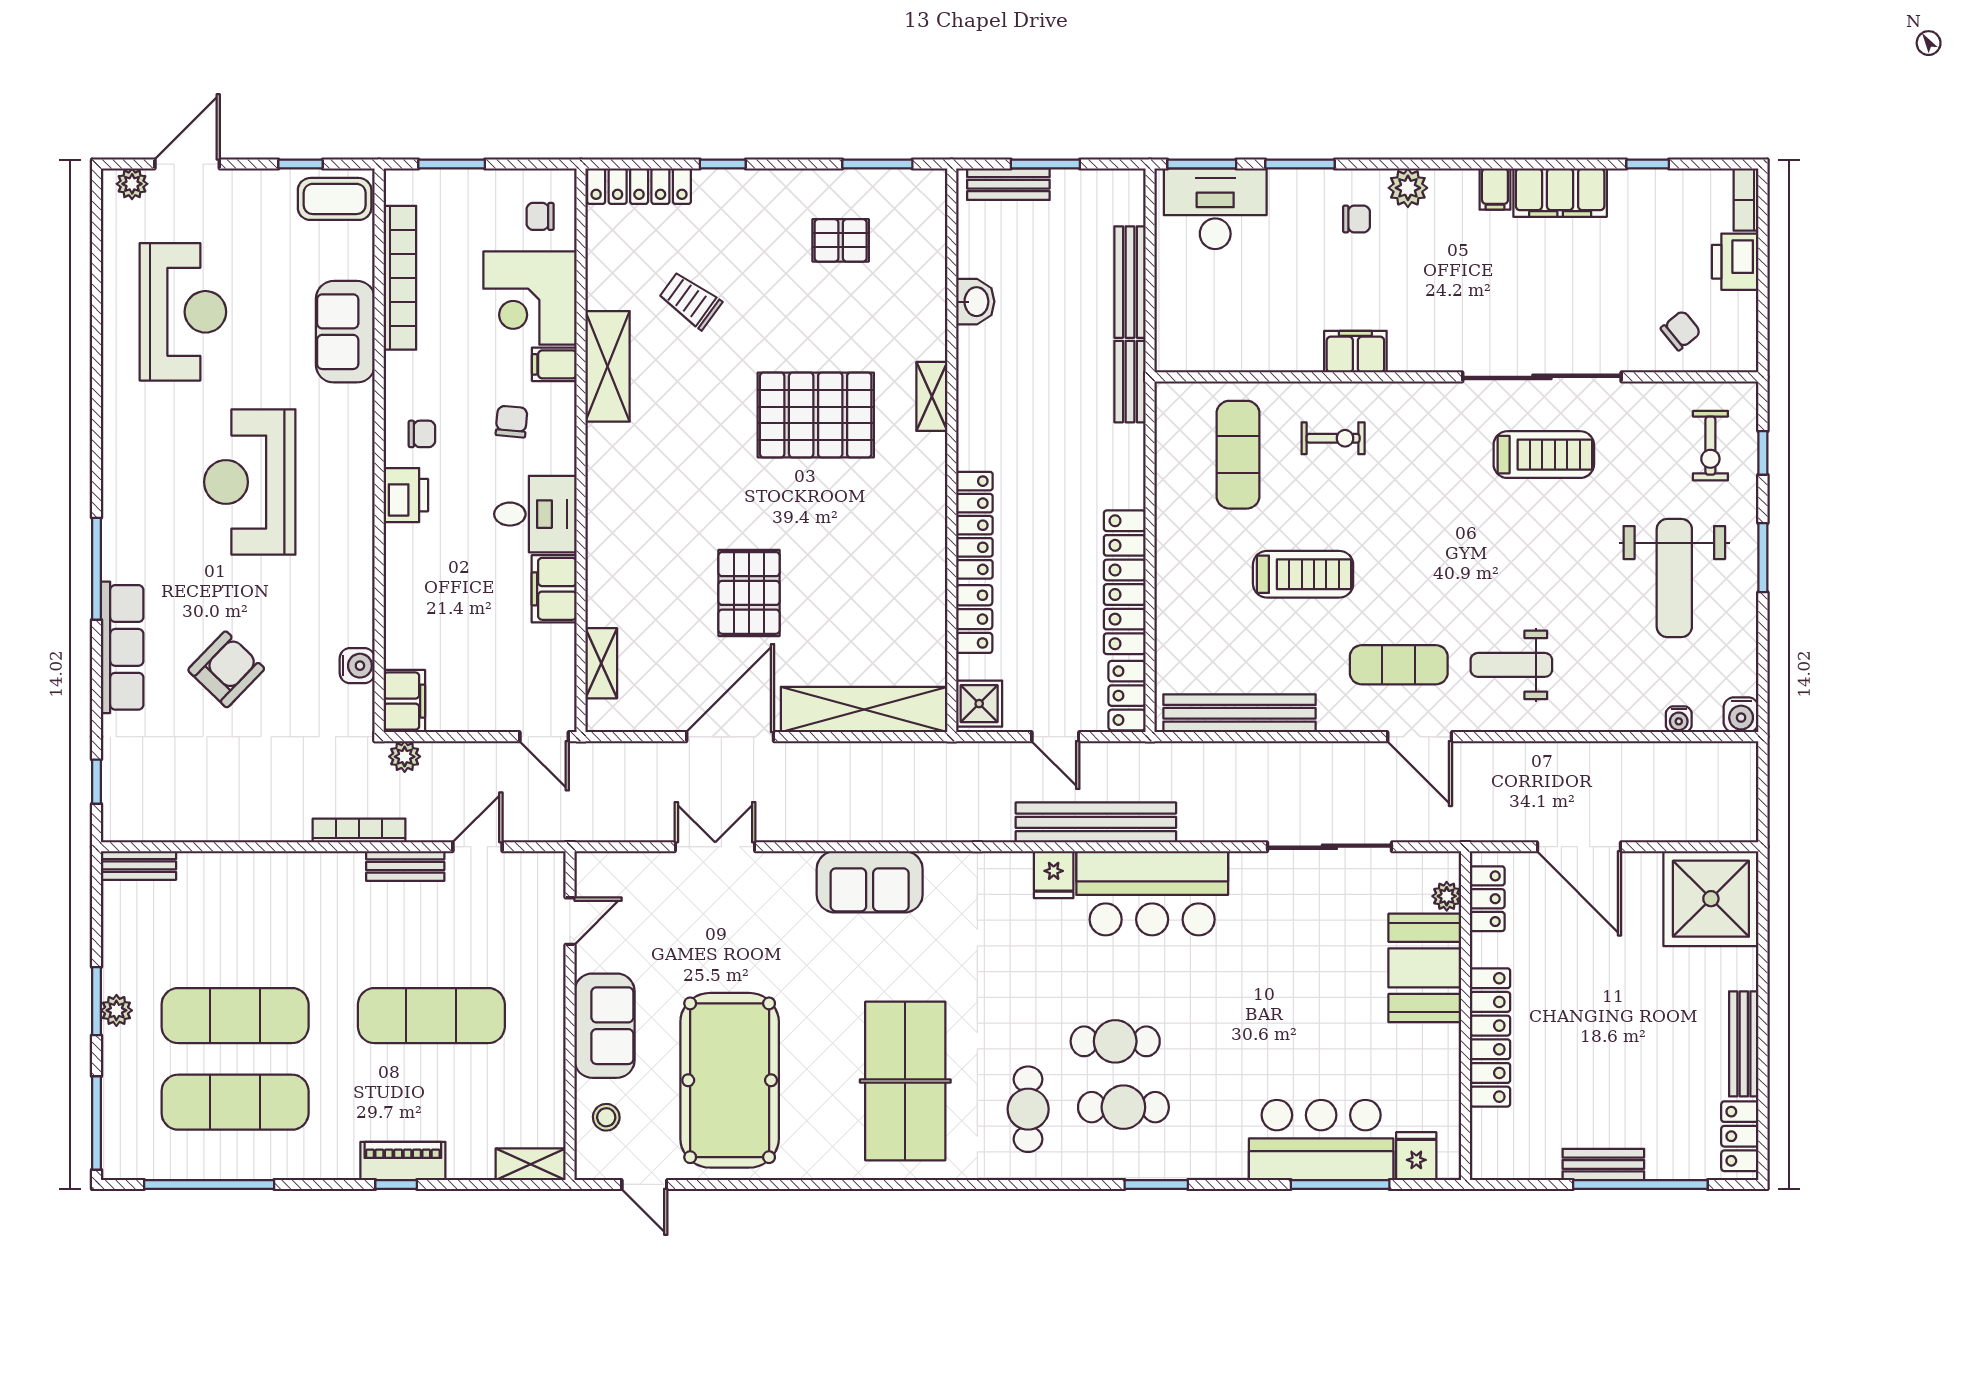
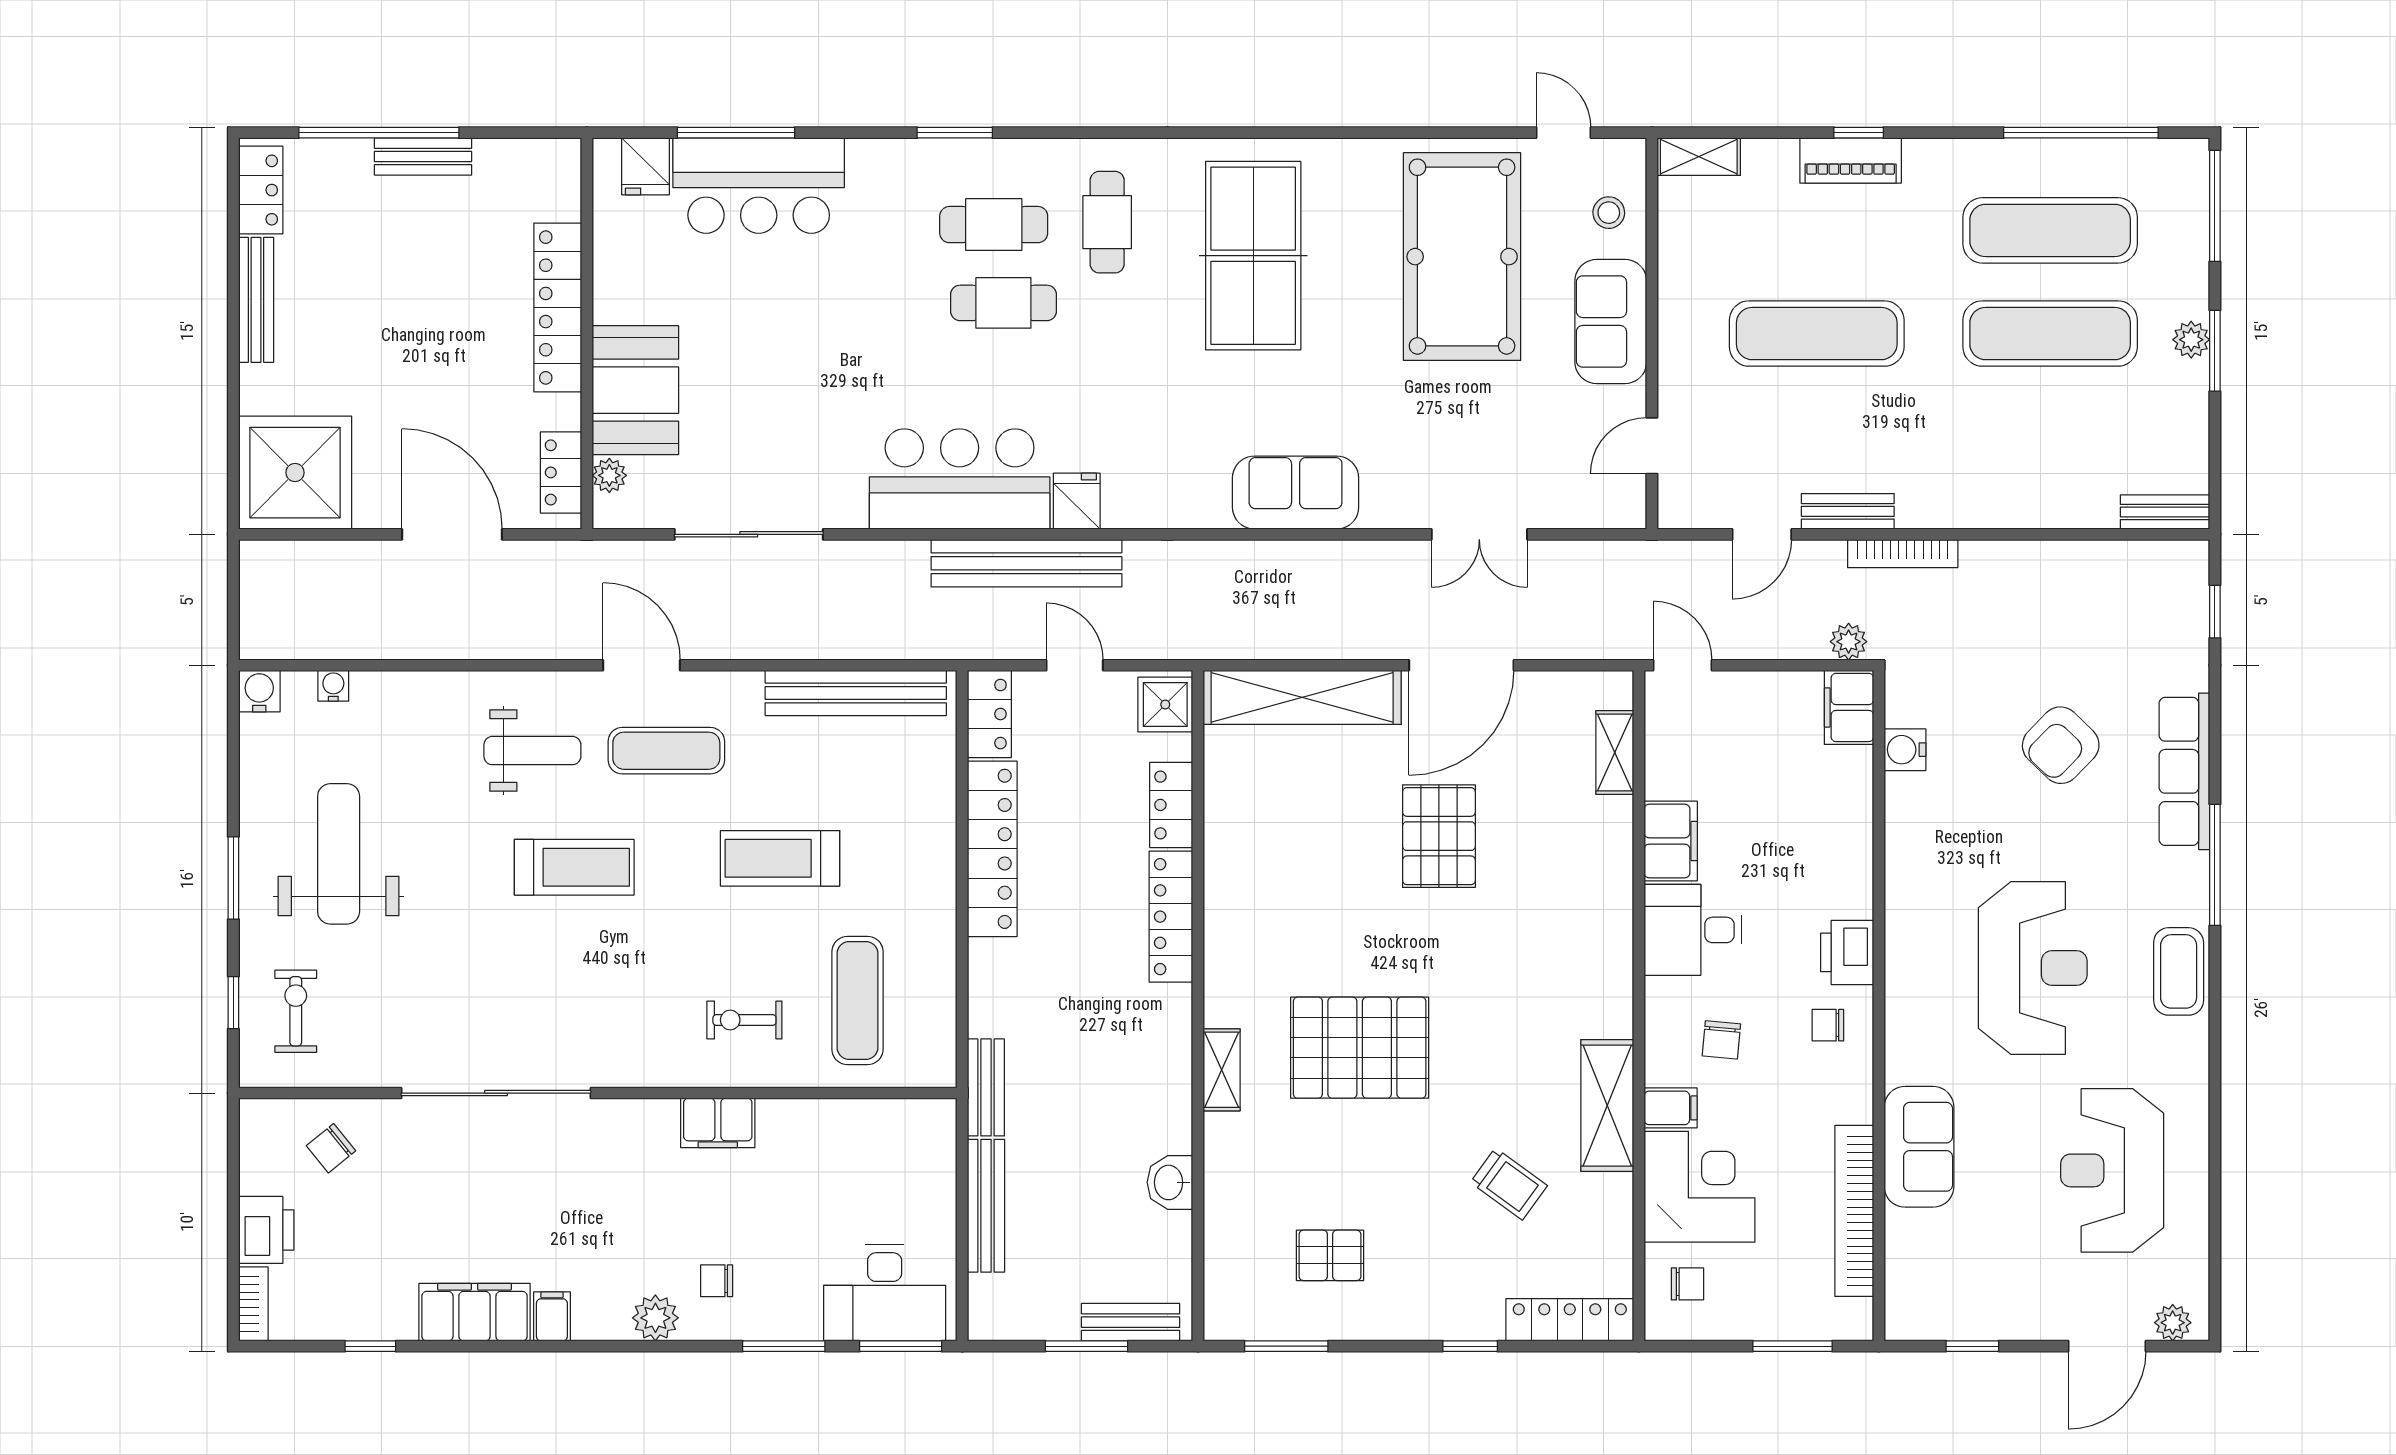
coffee table: (335, 199) -> (2179, 971), moved, turned 90
treadmill: (1544, 455) -> (574, 867), moved, turned 180

